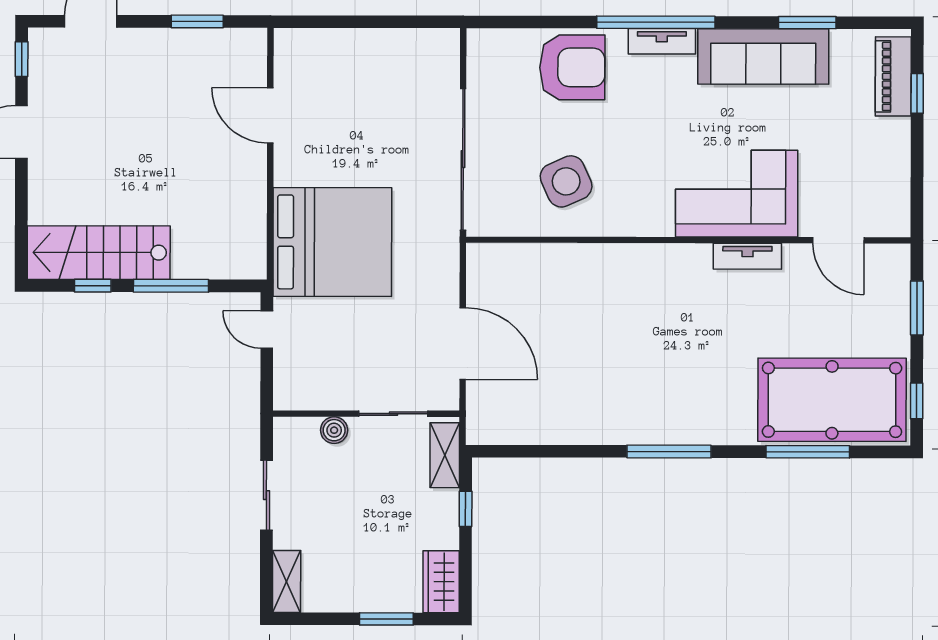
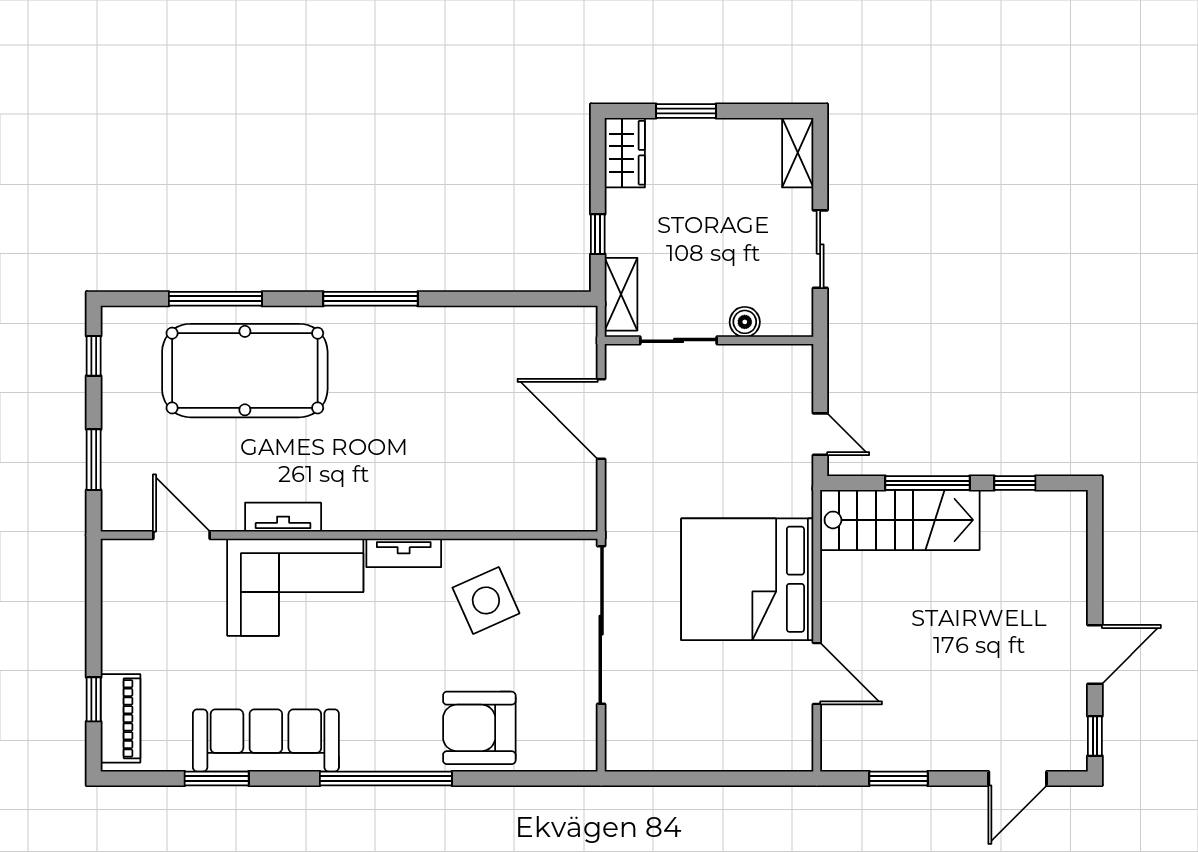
tv unit: (662, 41) -> (404, 553), moved, turned 180
bed: (332, 242) -> (747, 579), moved
stairs: (99, 253) -> (900, 520), moved
pool table: (832, 400) -> (245, 371), moved

